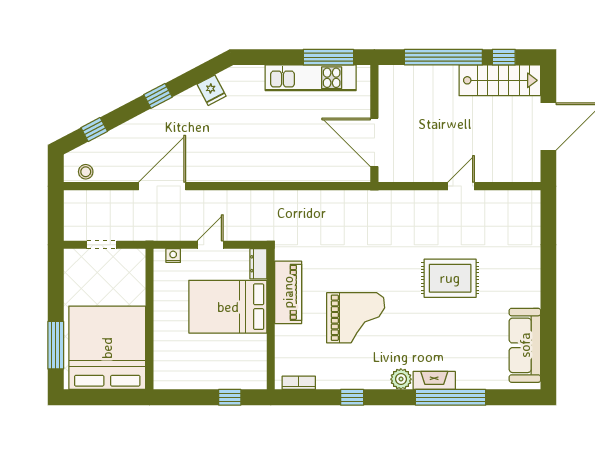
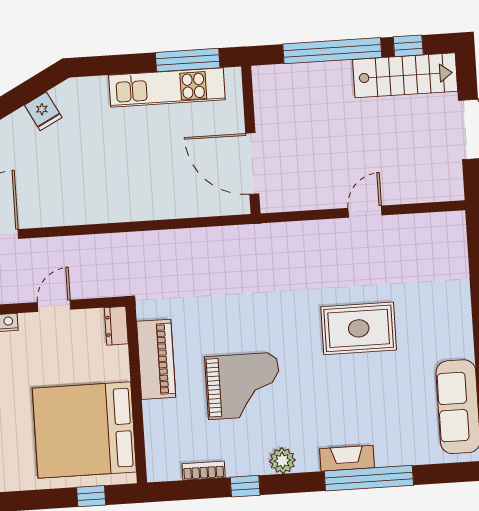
bed: (228, 307) -> (84, 430), moved, width x1.36
plant: (401, 379) -> (282, 461), moved
bookcase: (299, 383) -> (204, 471), moved

